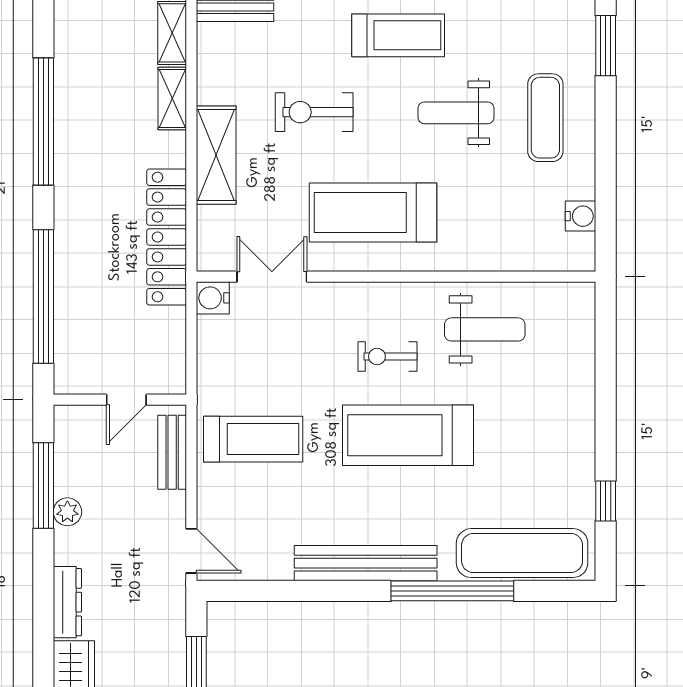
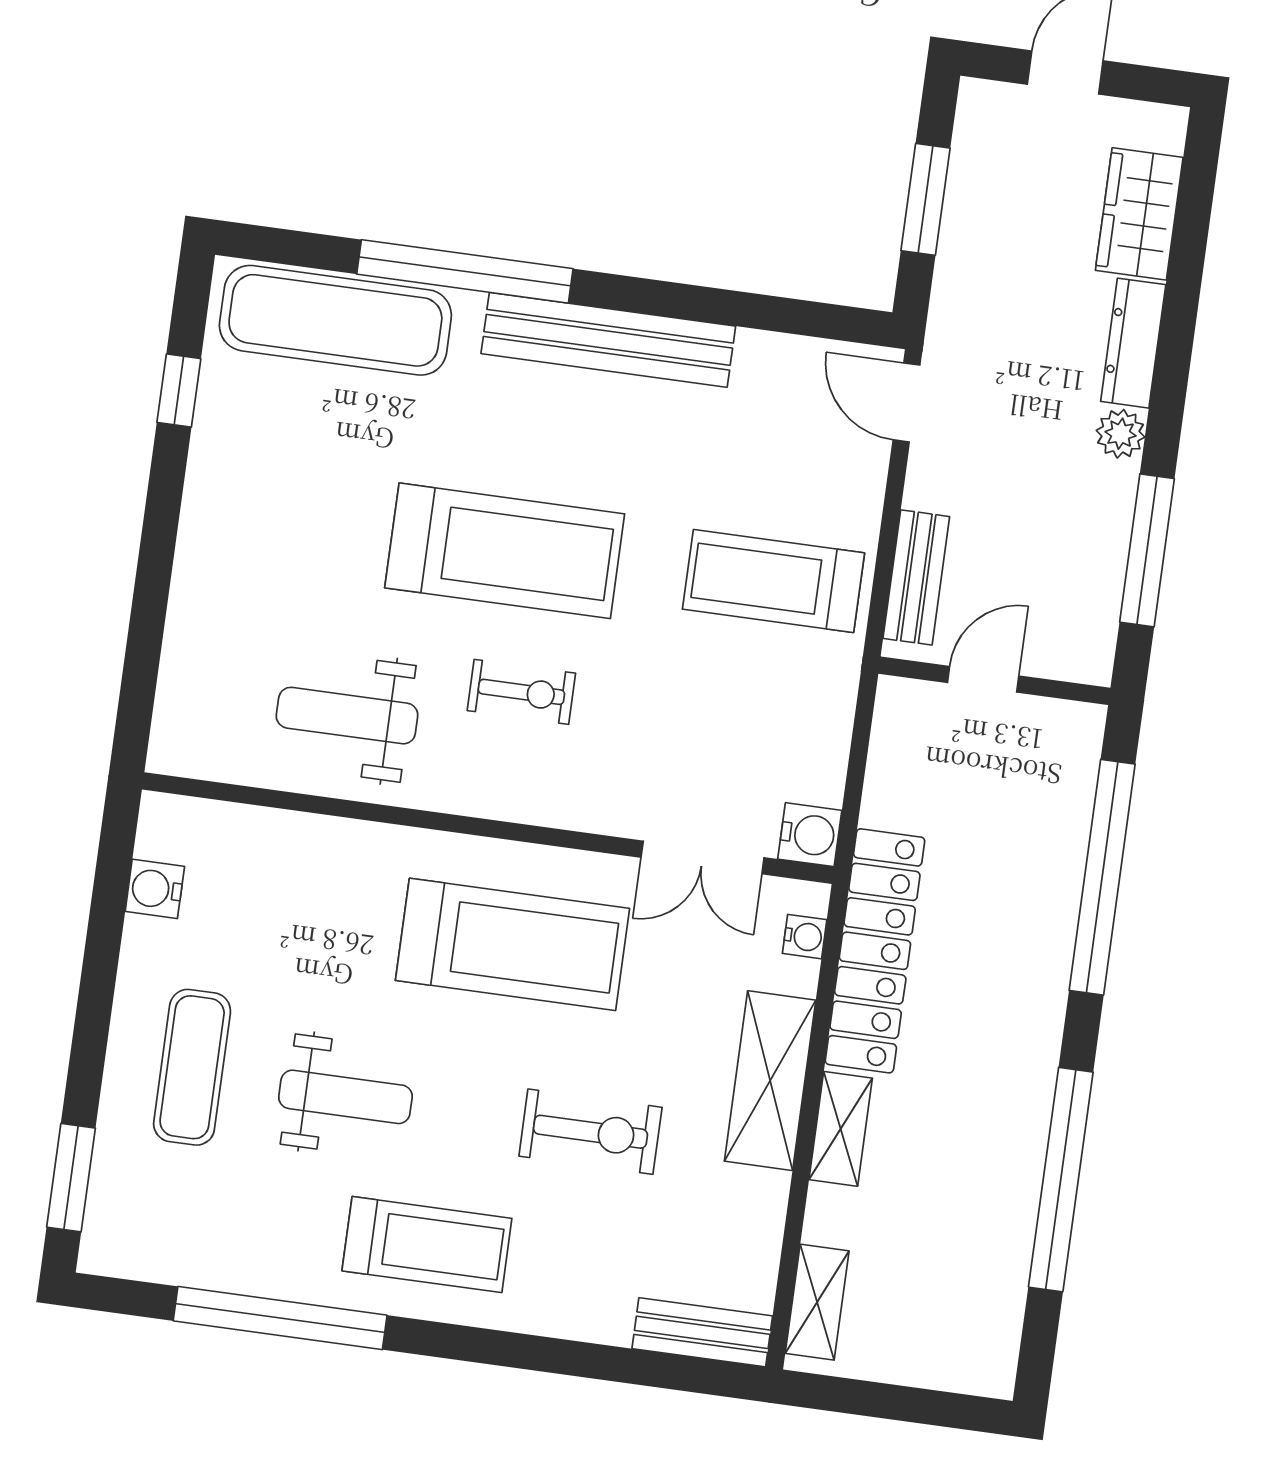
treadmill: (398, 35) -> (427, 1245), turned 180
shelving: (172, 99) -> (841, 1129), moved
water cooler: (208, 240) -> (805, 937), added
plant: (67, 512) -> (1121, 434), moved

